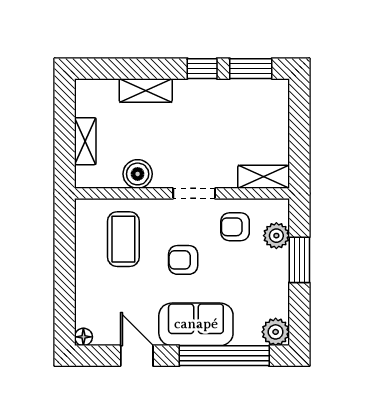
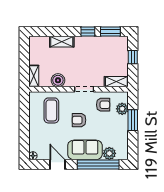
window: (299, 124) -> (133, 57), added
shelving: (85, 141) -> (34, 76), moved
armchair: (235, 227) -> (103, 105), turned 180
plant: (276, 332) -> (109, 153), moved

